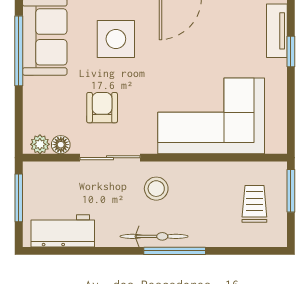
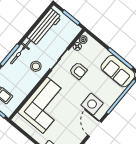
side table: (116, 39) -> (92, 104), moved
workbench: (63, 231) -> (44, 27), width x1.38

